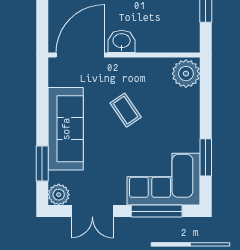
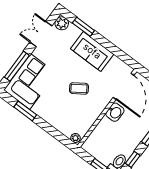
plant: (186, 74) -> (75, 138), width x0.53, depth x0.53
sofa: (66, 129) -> (92, 51), width x0.73

